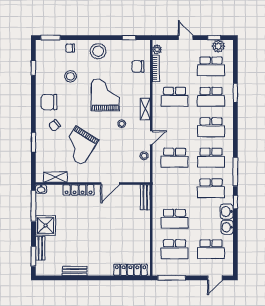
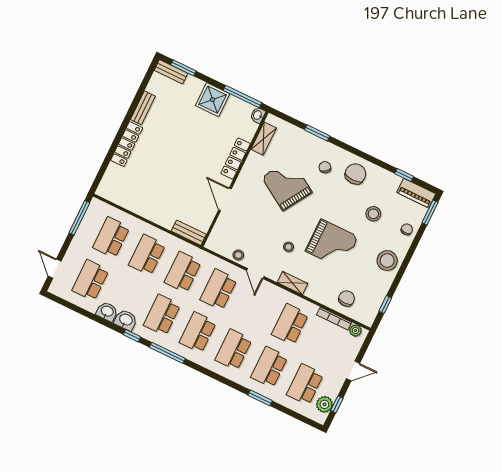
piano: (42, 54) -> (416, 193), added
school desk: (174, 188) -> (183, 272), added
bench: (40, 248) -> (171, 72), moved
locker: (131, 270) -> (127, 144), moved

